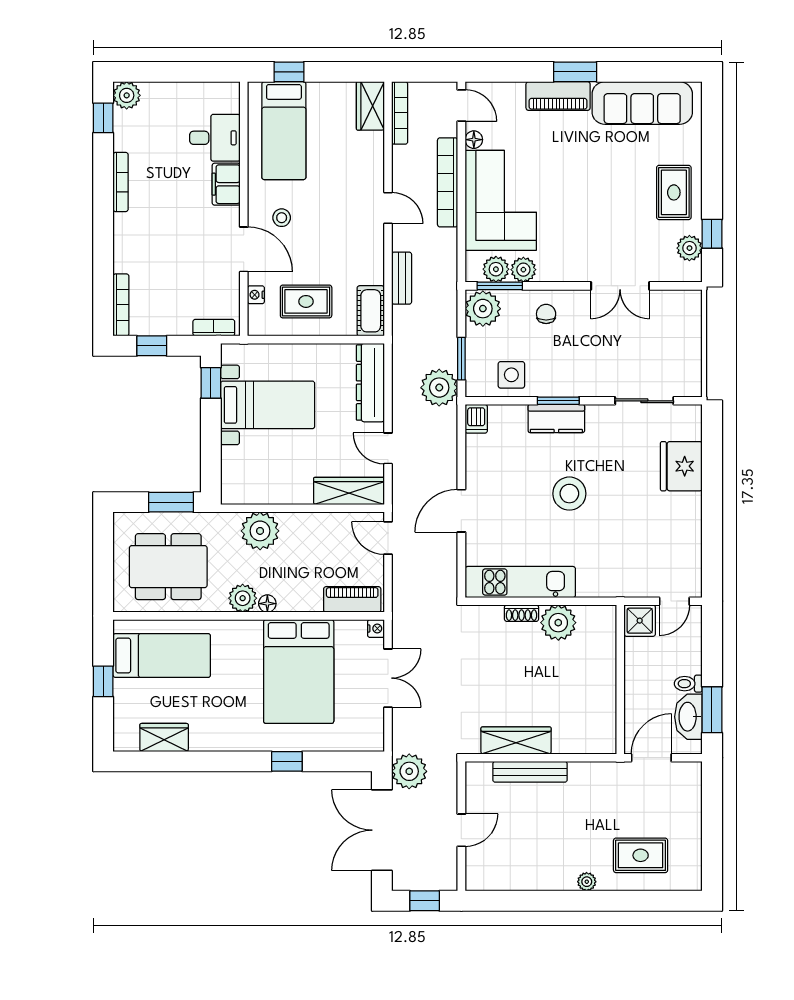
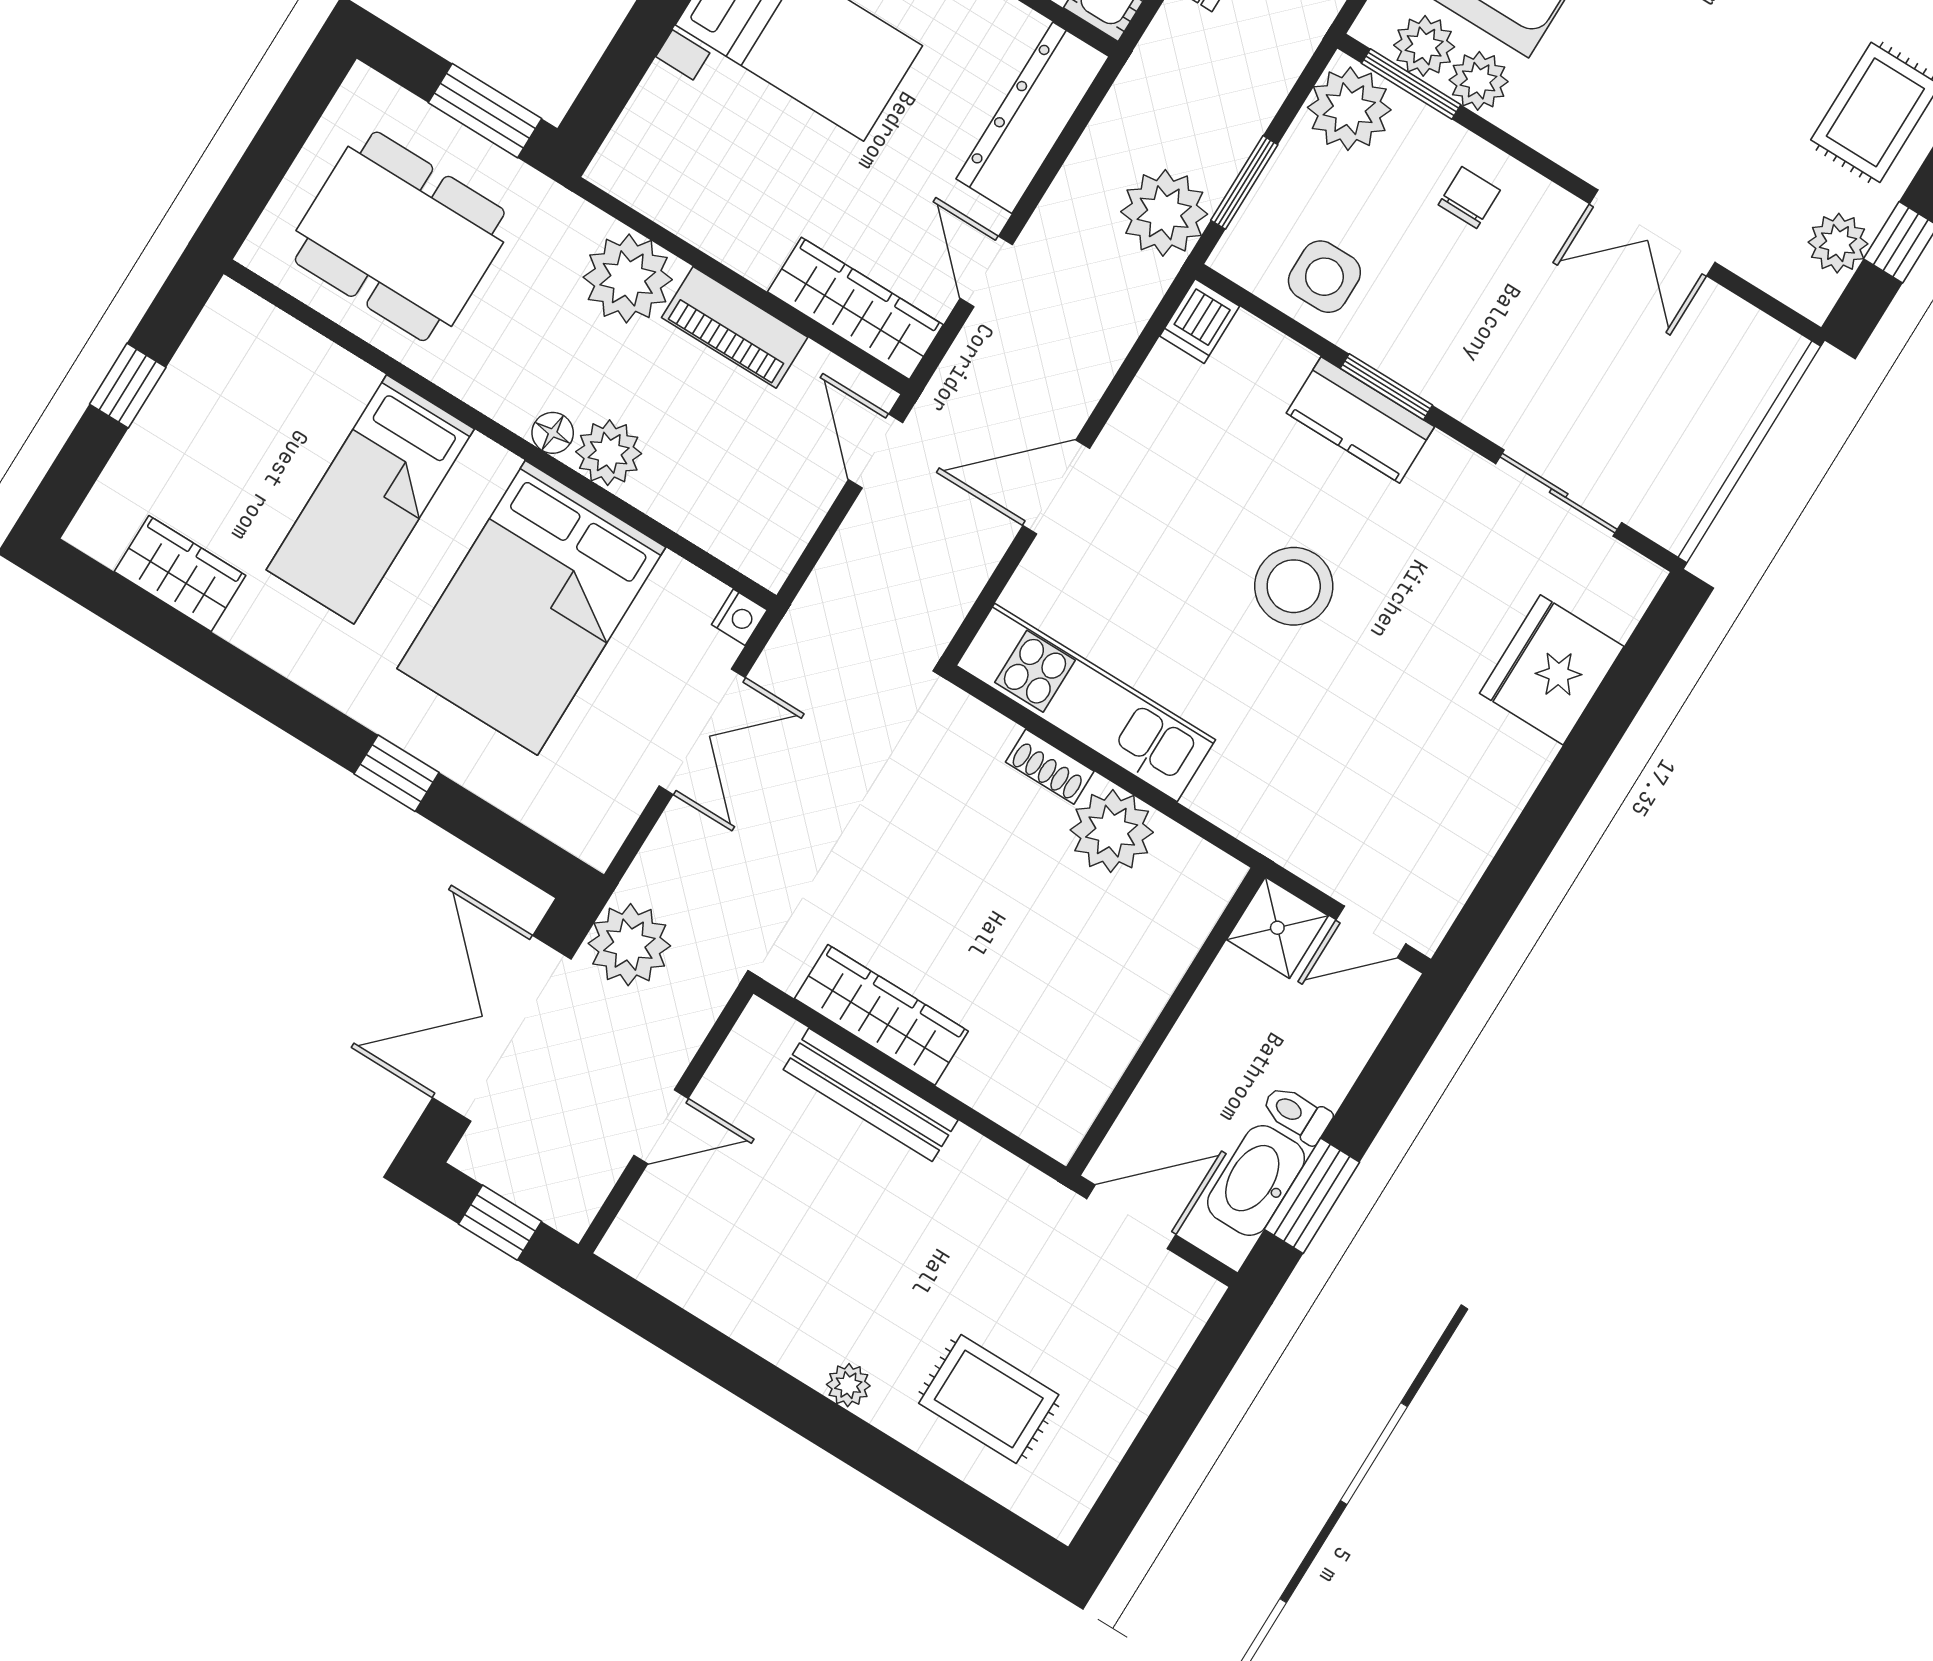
plant: (243, 598) -> (609, 453), moved
piano: (352, 599) -> (735, 327), moved, turned 180
bed: (162, 655) -> (370, 499), moved, turned 90

